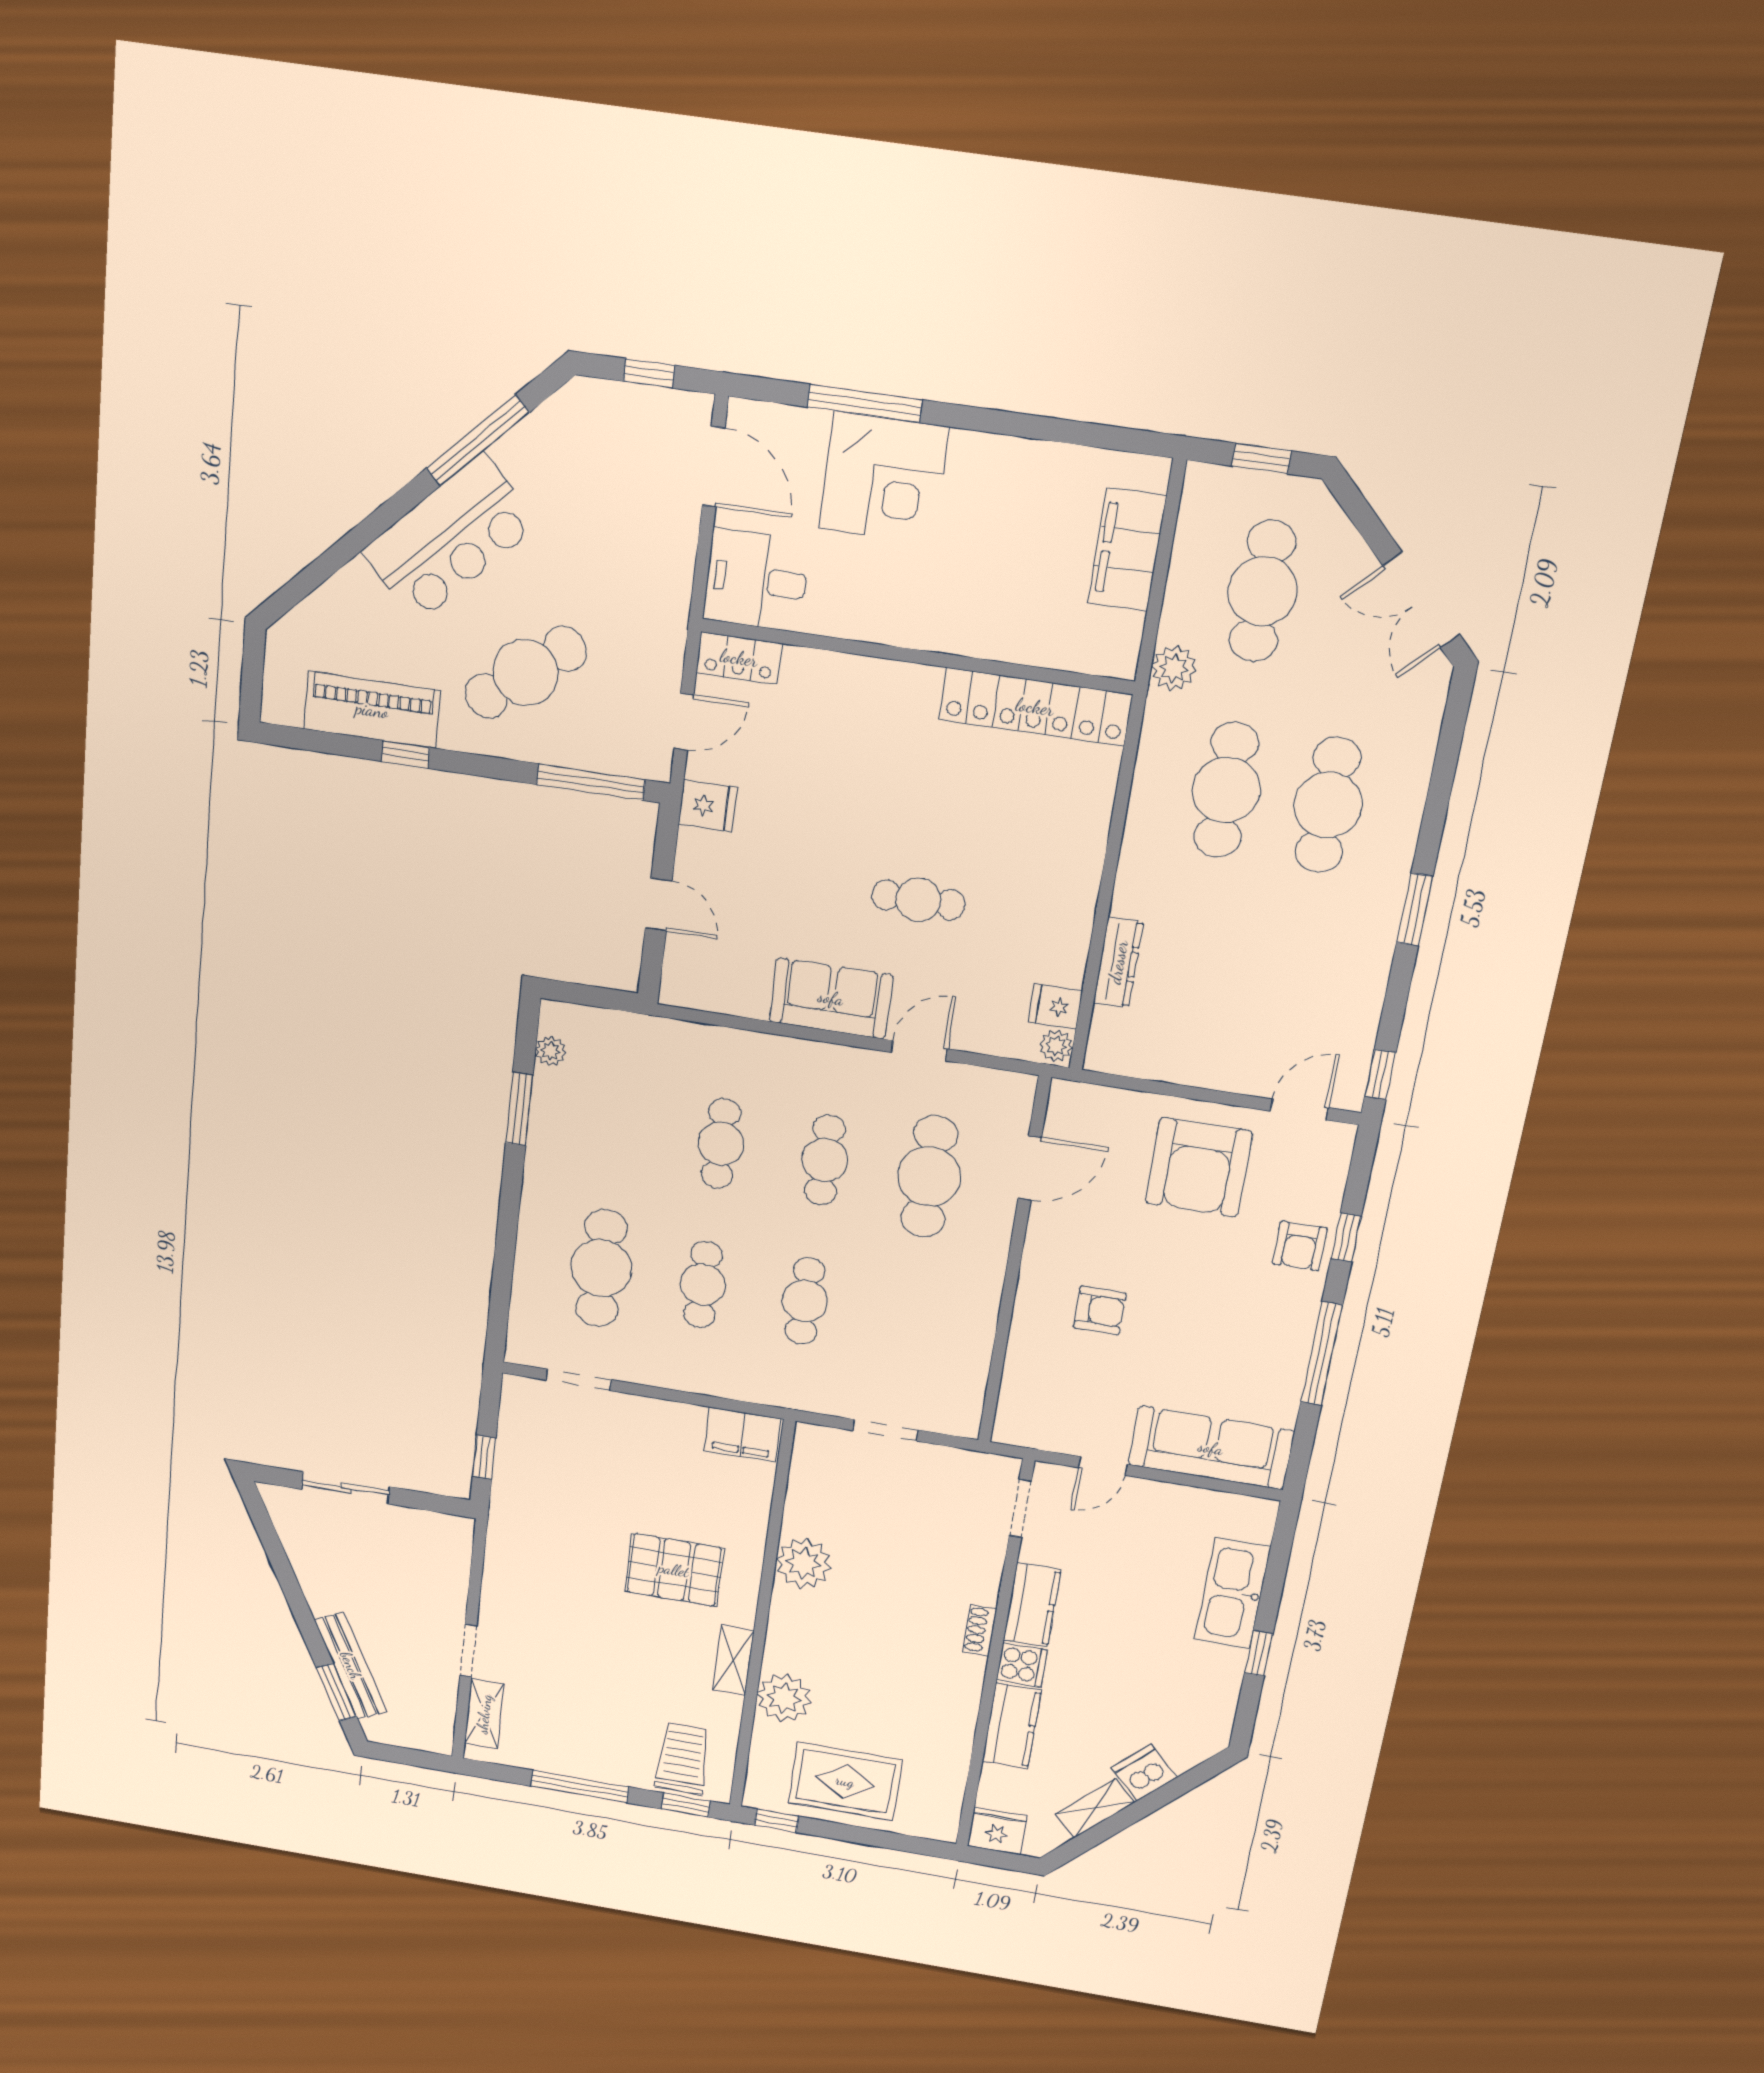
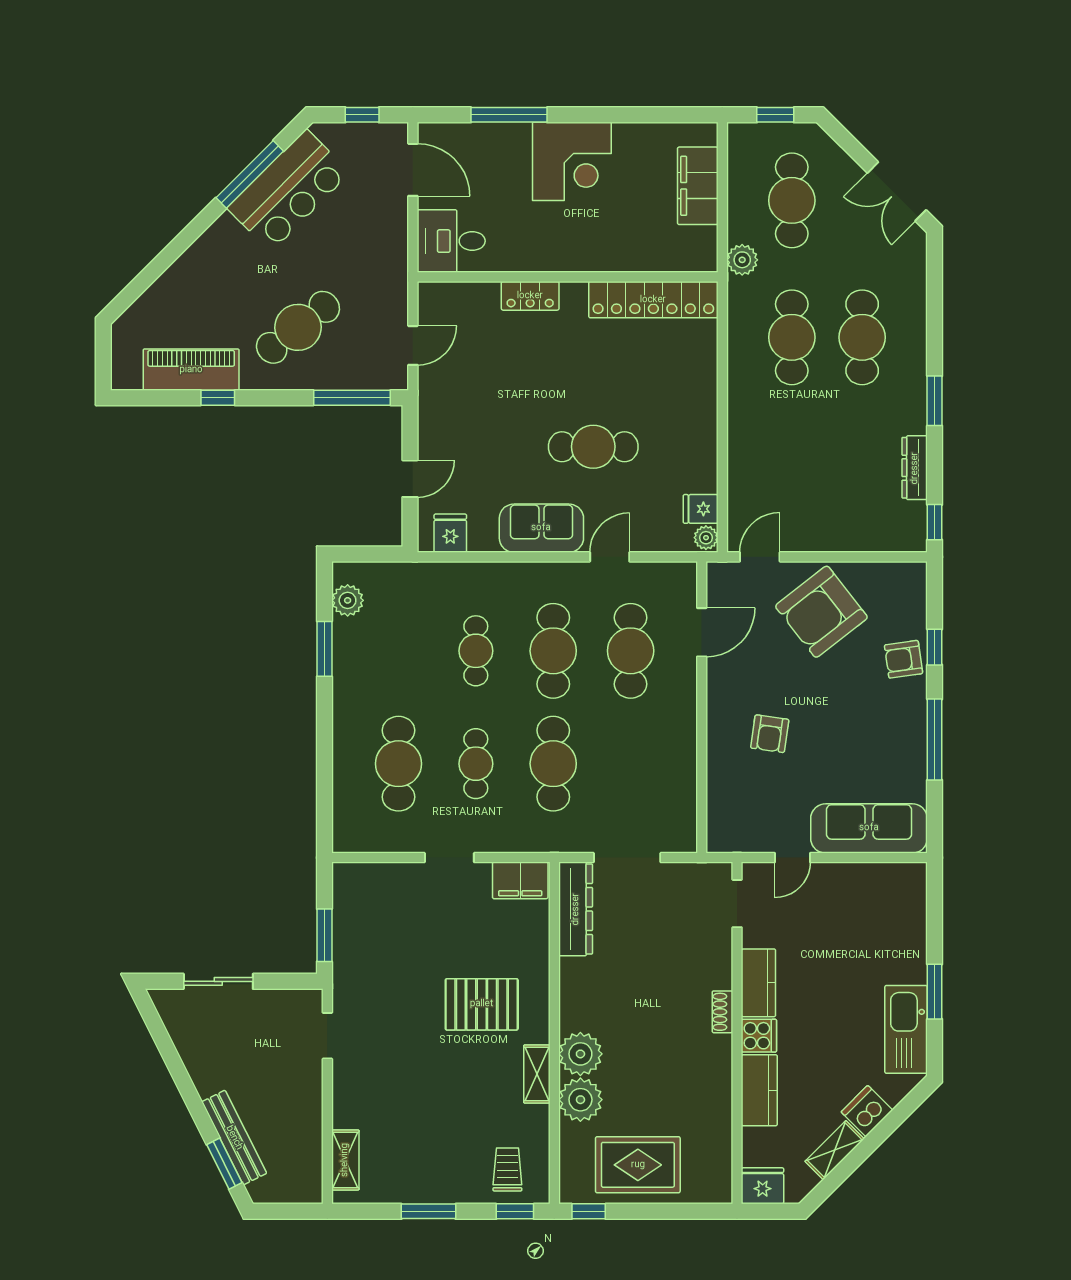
corner desk: (884, 478) -> (572, 161), moved
bar counter: (450, 538) -> (289, 190), moved
locker: (739, 658) -> (530, 296), moved
fridge: (708, 806) -> (450, 533), moved, turned -90
cafe table: (918, 900) -> (593, 447), width x1.37, depth x1.35
door: (659, 905) -> (410, 479), hinge flipped
dresser: (1118, 962) -> (915, 468), moved, turned 180
plant: (551, 1051) -> (348, 600), width x1.38, depth x1.38
door: (1299, 1109) -> (760, 557), moved
cafe table: (825, 1160) -> (553, 651), width x1.37, depth x1.35
armchair: (1199, 1167) -> (821, 612), turned 52
armchair: (1300, 1246) -> (903, 659), turned 82
cafe table: (805, 1301) -> (553, 764), width x1.37, depth x1.35
armchair: (1100, 1310) -> (770, 734), turned 98
doorway: (579, 1380) -> (449, 858), moved
doorway: (885, 1430) -> (627, 858), width x1.38
window: (484, 1457) -> (324, 935), width x1.50
dresser: (809, 1480) -> (576, 909), added
plant: (804, 1563) -> (580, 1054), moved
kitchen sink: (1233, 1593) -> (906, 1029), moved
doorway: (468, 1651) -> (327, 1036), moved
window: (1259, 1653) -> (935, 992), width x1.50
trolley: (683, 1758) -> (507, 1169), width x0.73, depth x0.72
window: (580, 1786) -> (429, 1211), width x0.69

